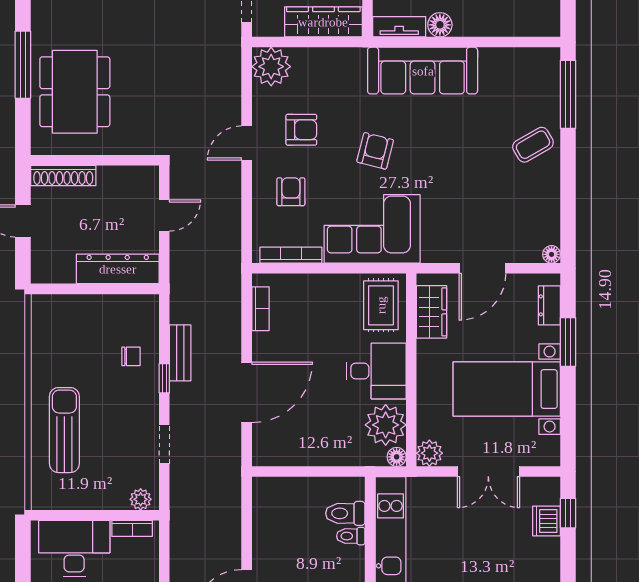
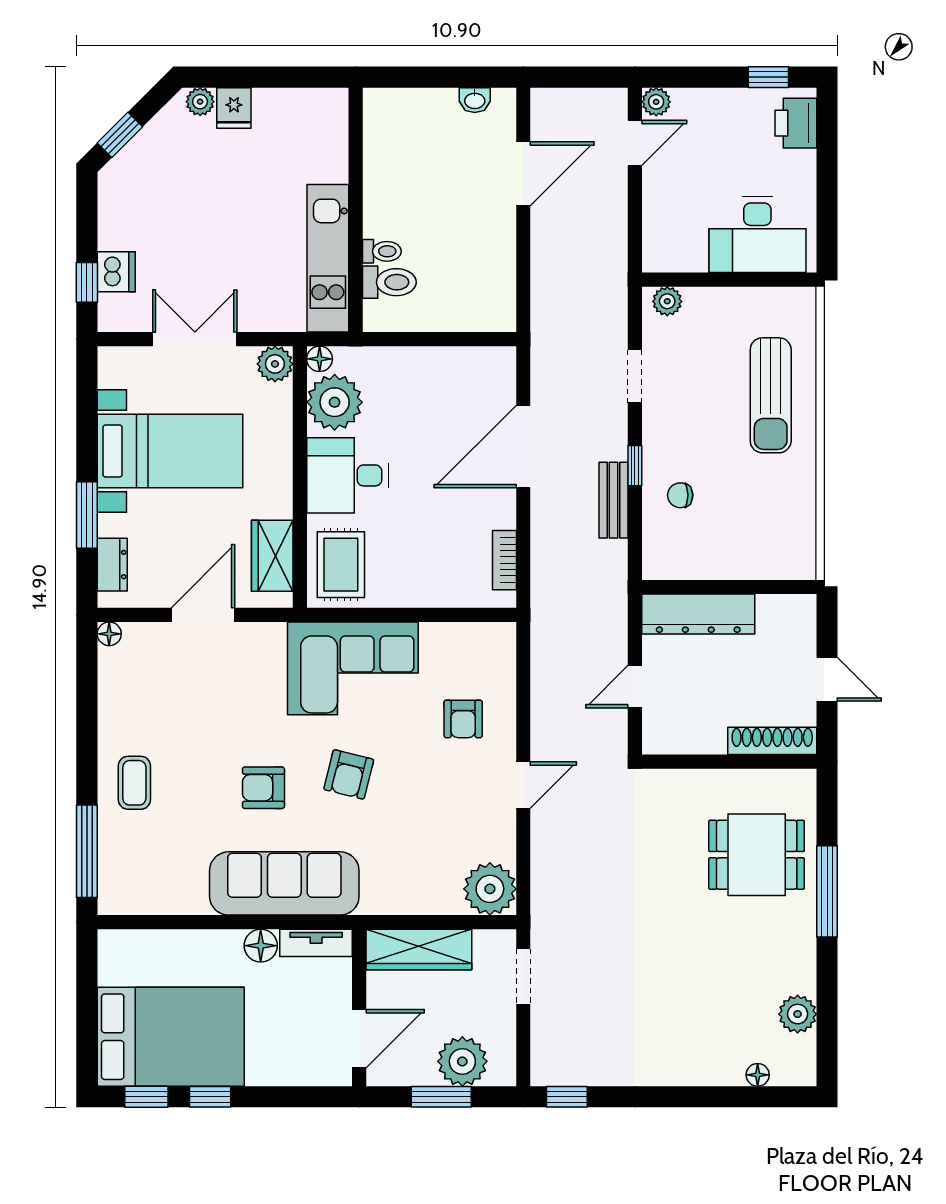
dining table: (75, 92) -> (757, 855), width x0.73
armchair: (301, 130) -> (263, 788), moved
coffee table: (533, 145) -> (134, 783), turned -60
bookcase: (291, 255) -> (463, 633), removed
bookcase: (132, 528) -> (679, 262), removed

